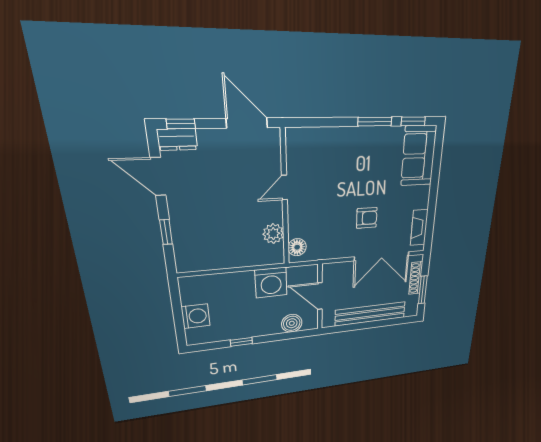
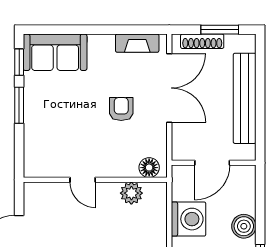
door: (284, 188) -> (83, 180), moved
wall: (285, 200) -> (95, 180), moved
plant: (273, 234) -> (131, 193), moved
floor lamp: (297, 247) -> (149, 168), moved
boiler: (292, 323) -> (244, 226), moved

